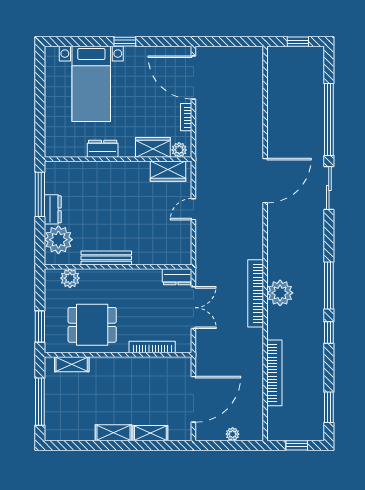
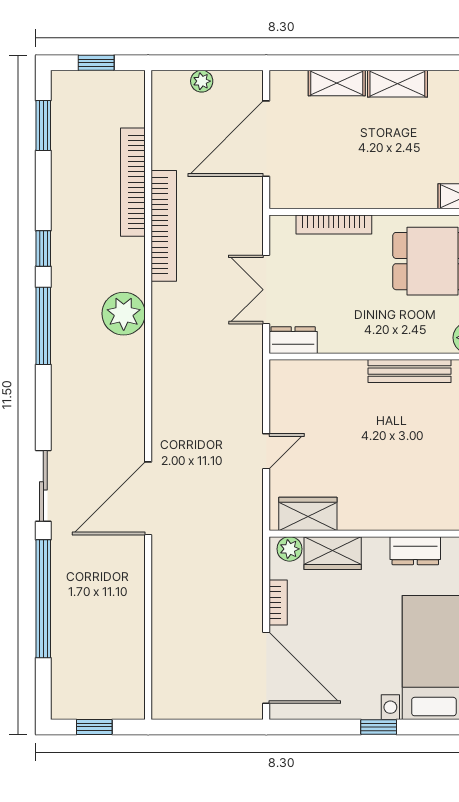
bookcase: (256, 293) -> (164, 226), moved

